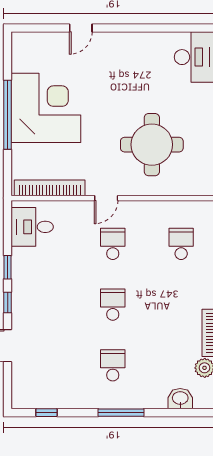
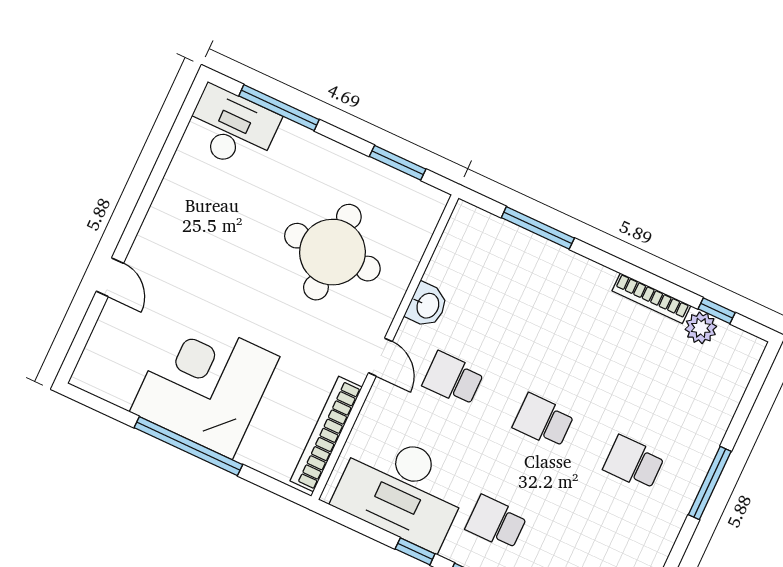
desk: (32, 227) -> (402, 489), width x1.87, depth x1.30
school desk: (181, 244) -> (496, 522), moved
washbasin: (180, 399) -> (427, 305), moved, turned 180

